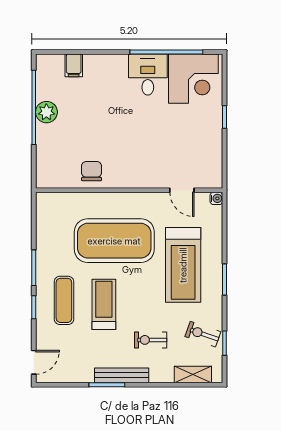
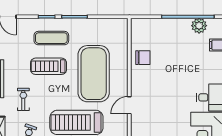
plant: (46, 112) -> (199, 26), moved
door: (182, 190) -> (129, 105), moved
treadmill: (104, 304) -> (49, 66), turned 180

